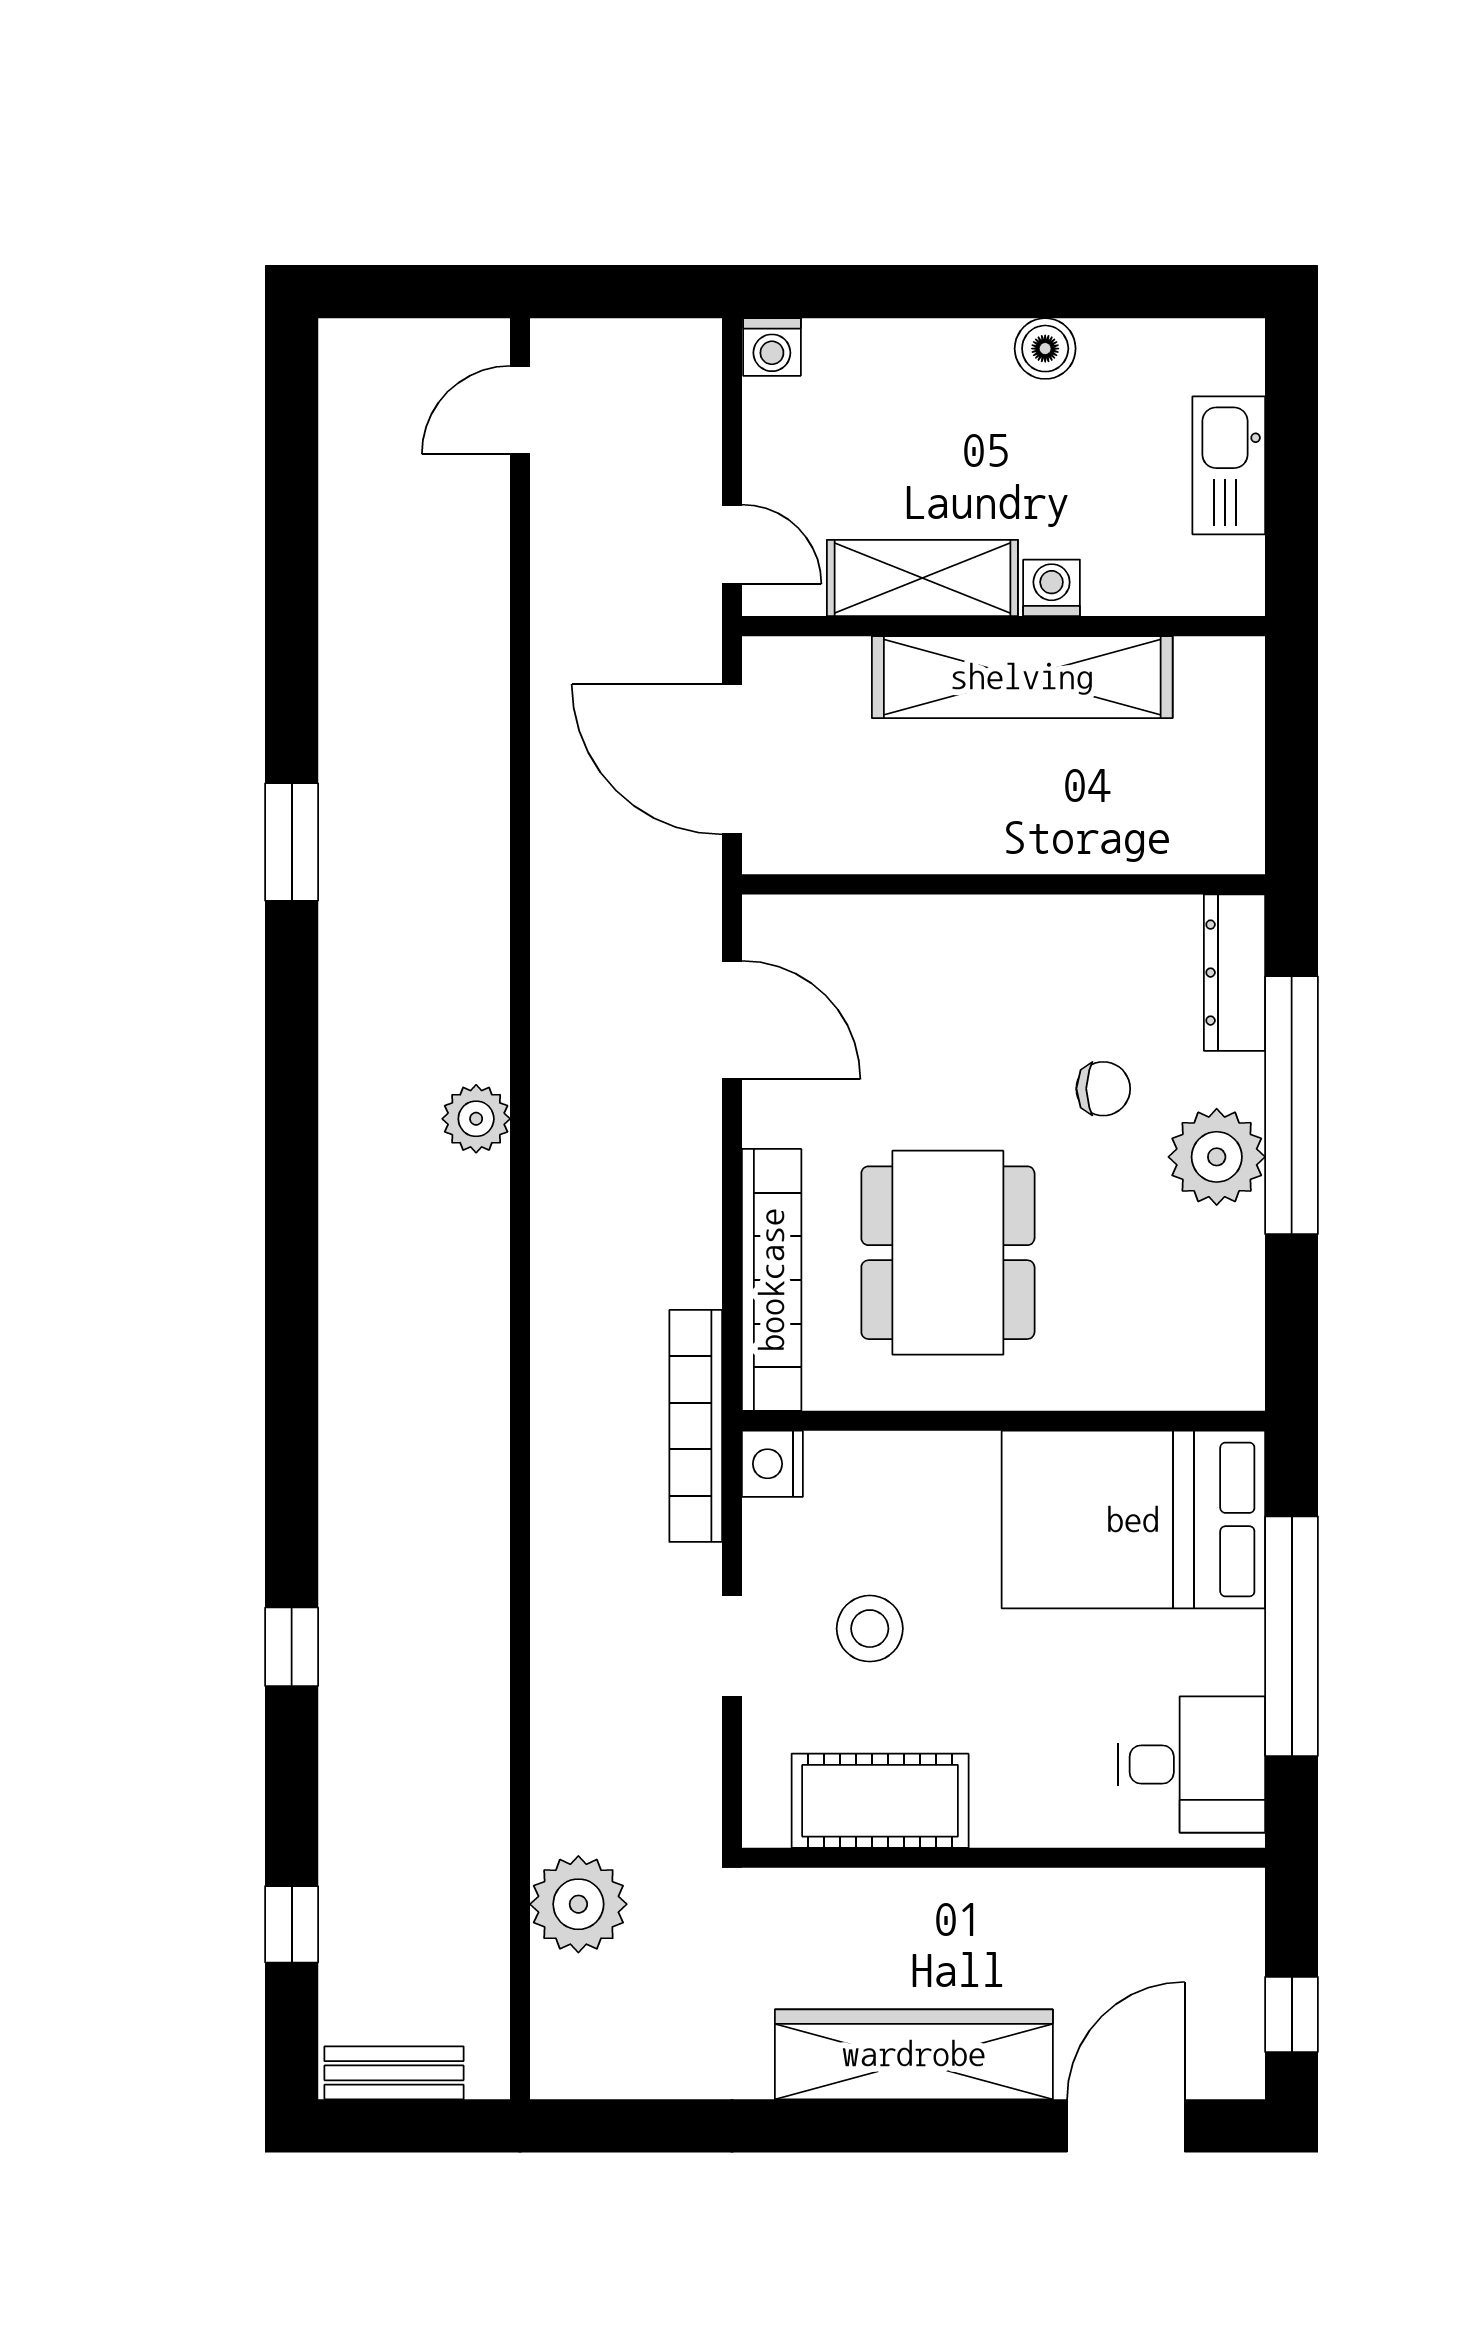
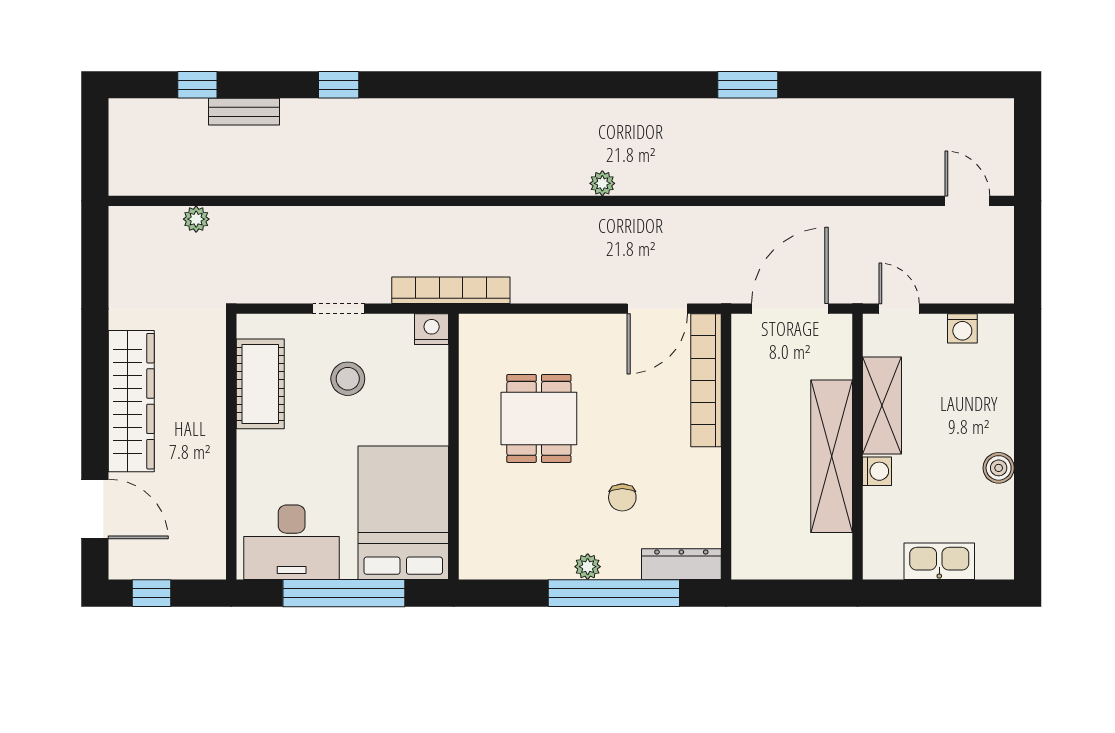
washing machine: (772, 347) -> (962, 328), moved, turned -90
door: (732, 544) -> (899, 309), swing flipped
plant: (476, 1119) -> (602, 183), width x0.73, depth x0.73
plant: (1217, 1157) -> (588, 567), width x0.53, depth x0.53
dining table: (948, 1253) -> (539, 418), width x0.73
bookcase: (772, 1280) -> (706, 380), moved, turned 90
desk: (1191, 1764) -> (292, 542), width x1.37
plant: (578, 1904) -> (196, 219), width x0.53, depth x0.53
bench: (394, 2073) -> (244, 112), moved, turned 90

